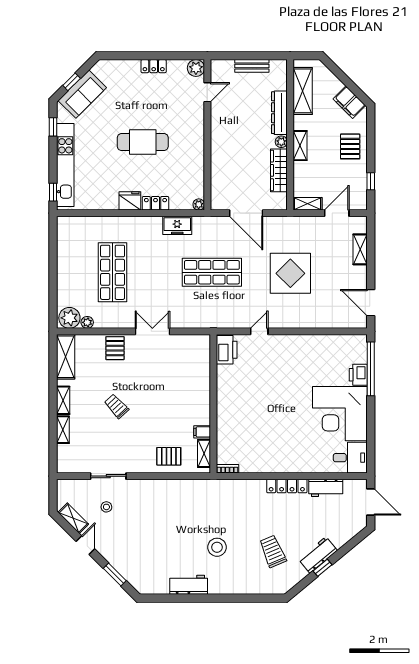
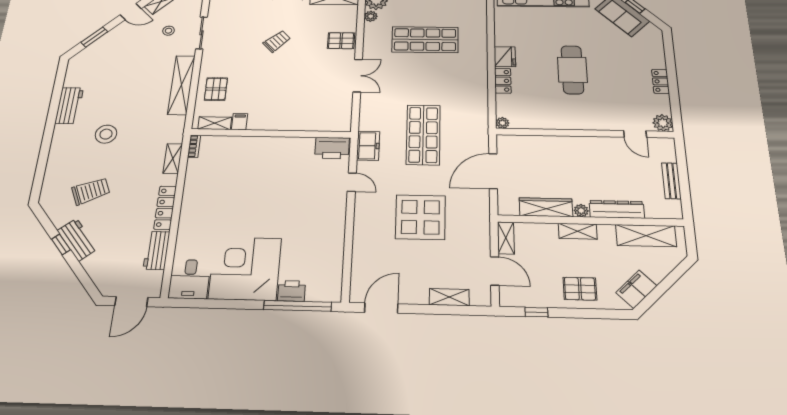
freezer: (177, 225) -> (368, 146), moved, turned 180
shelving: (240, 486) -> (173, 158), added
shelving: (165, 488) -> (181, 85), added

